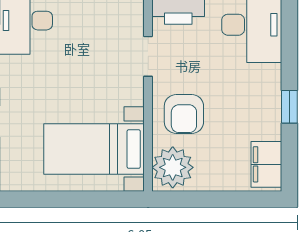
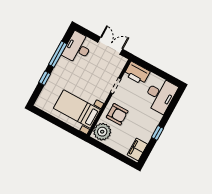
armchair: (184, 114) -> (117, 114), turned -90

